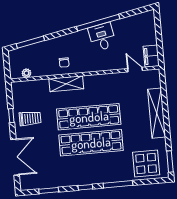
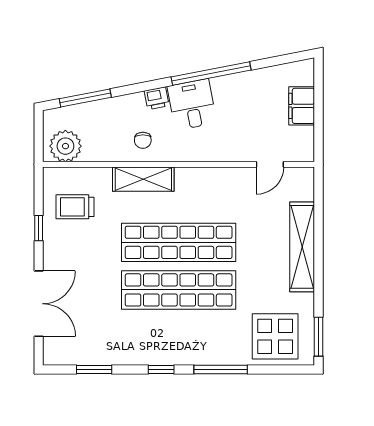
desk: (102, 37) -> (192, 105), moved
printer: (70, 39) -> (157, 98), added
filing cabinet: (151, 56) -> (302, 106), moved
door: (135, 70) -> (270, 164), swing flipped
plant: (26, 73) -> (65, 146), width x1.87, depth x1.87
trolley: (30, 118) -> (75, 207), moved, turned 180

